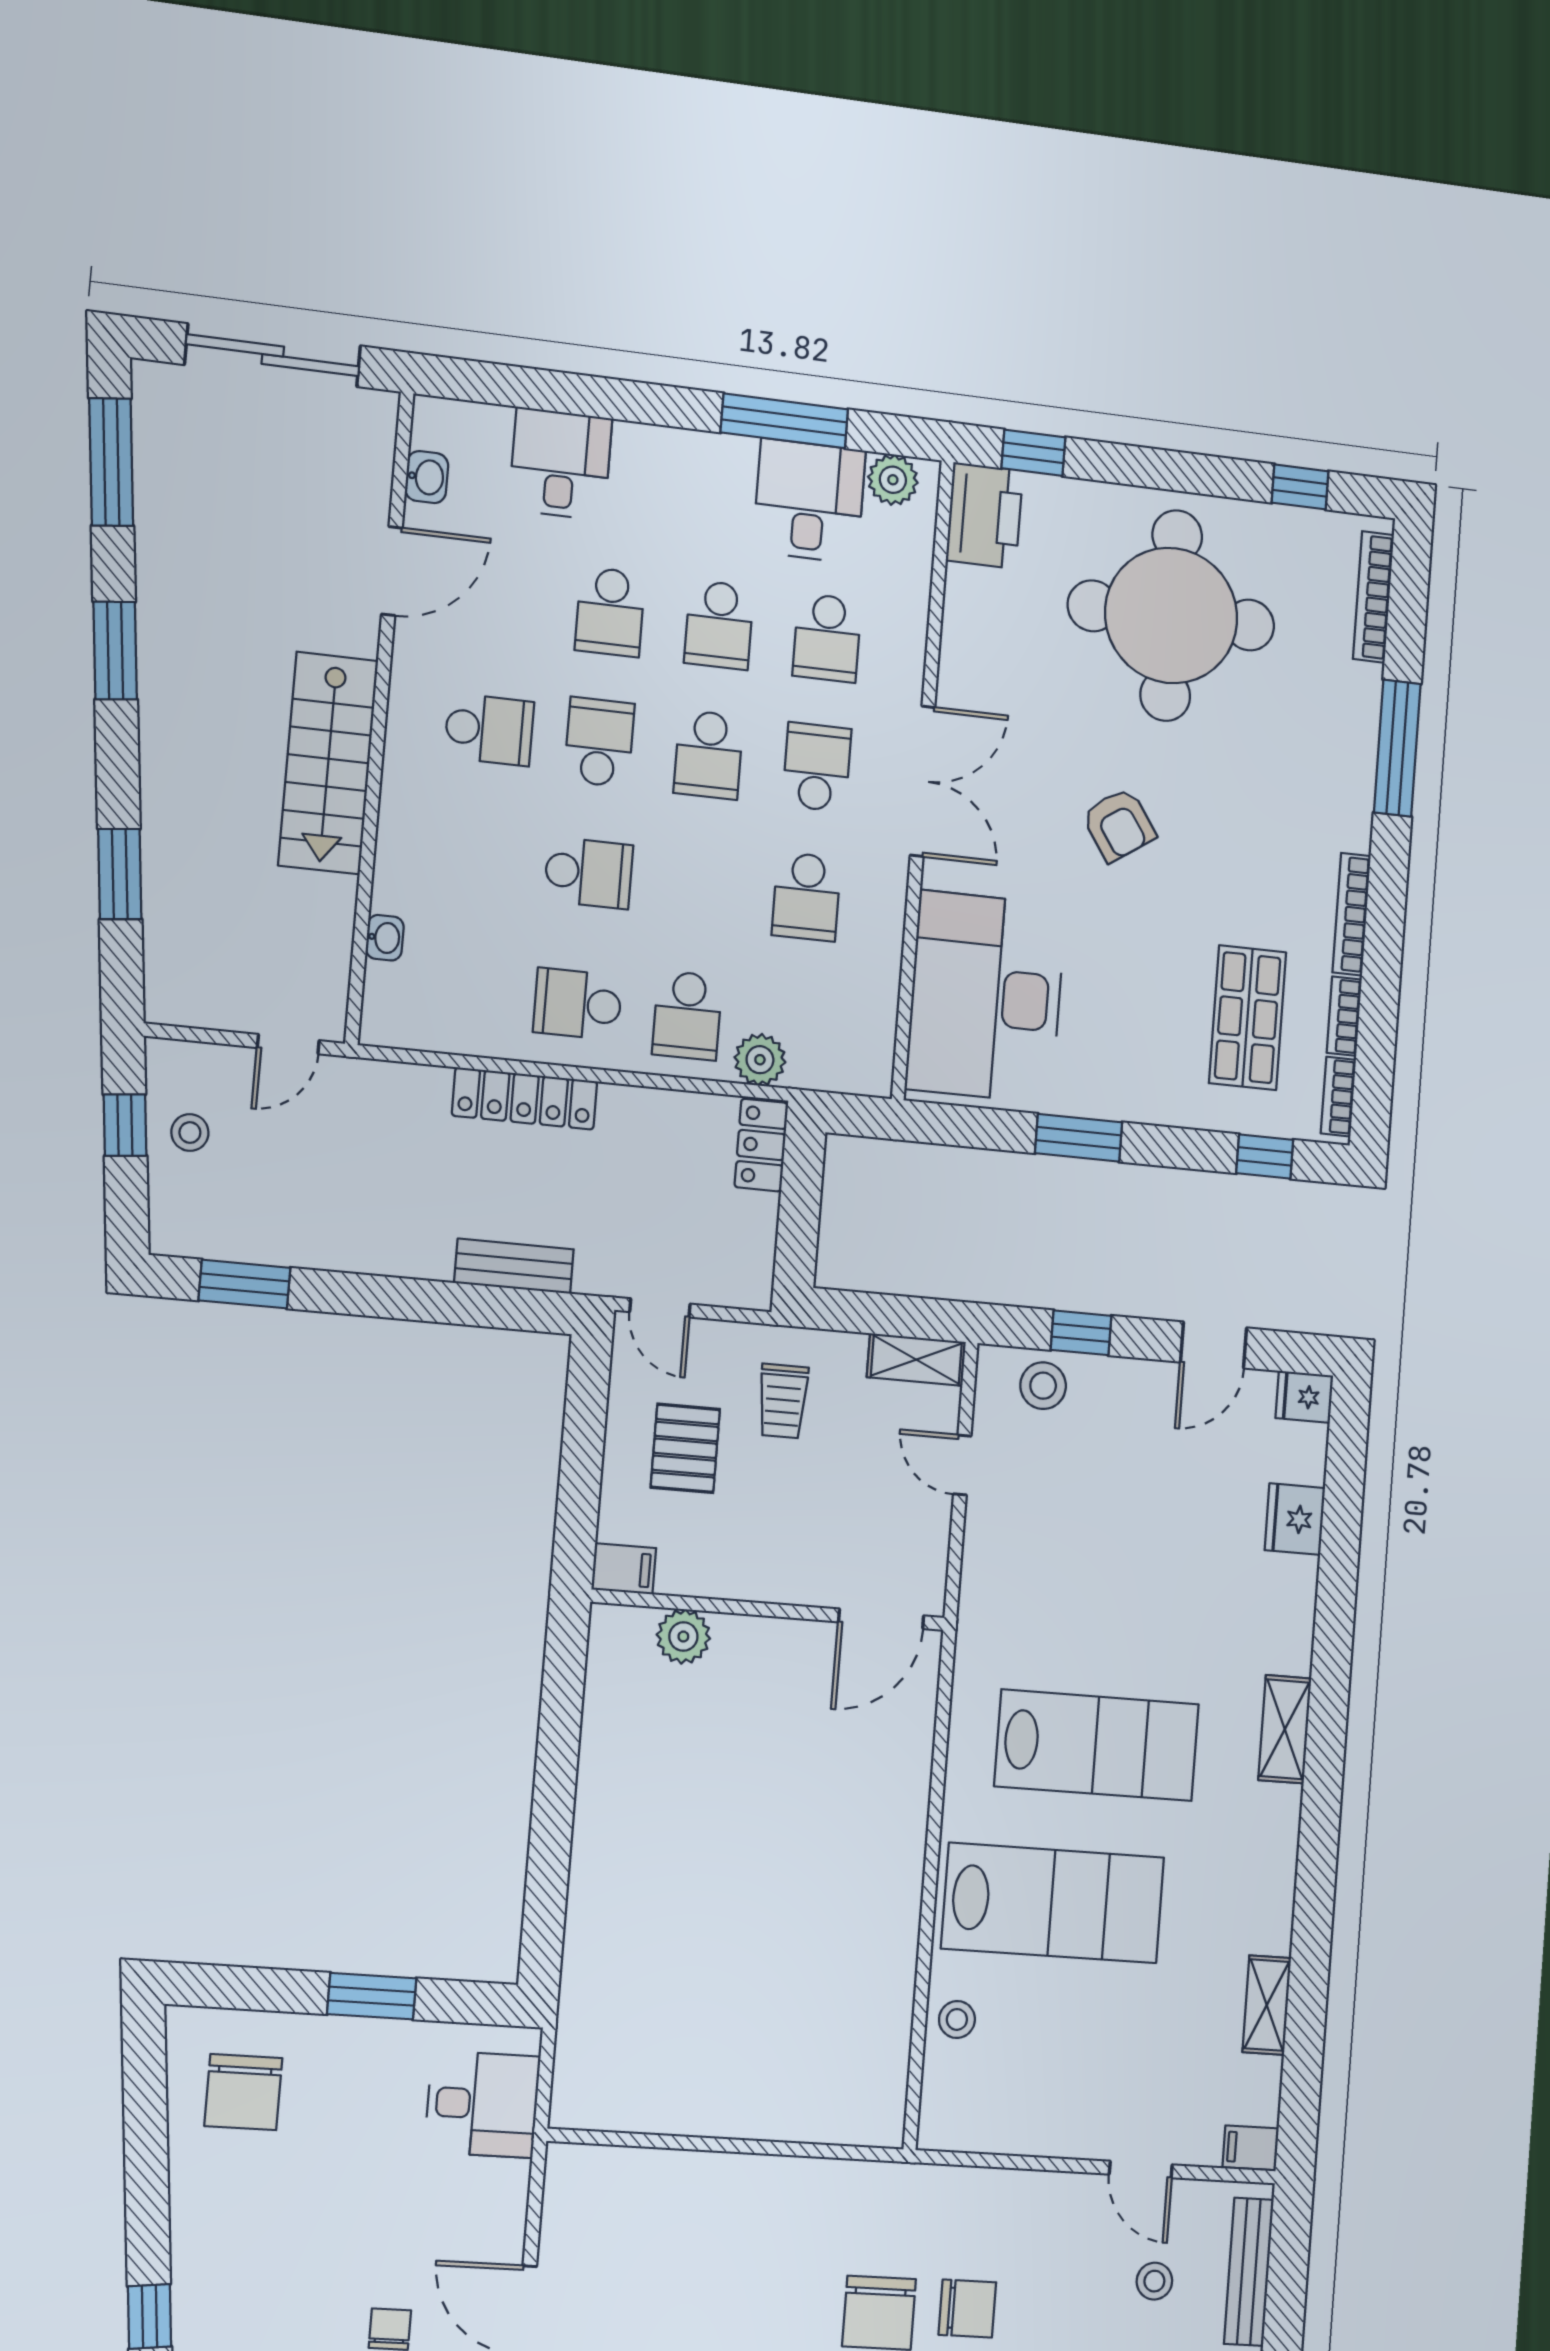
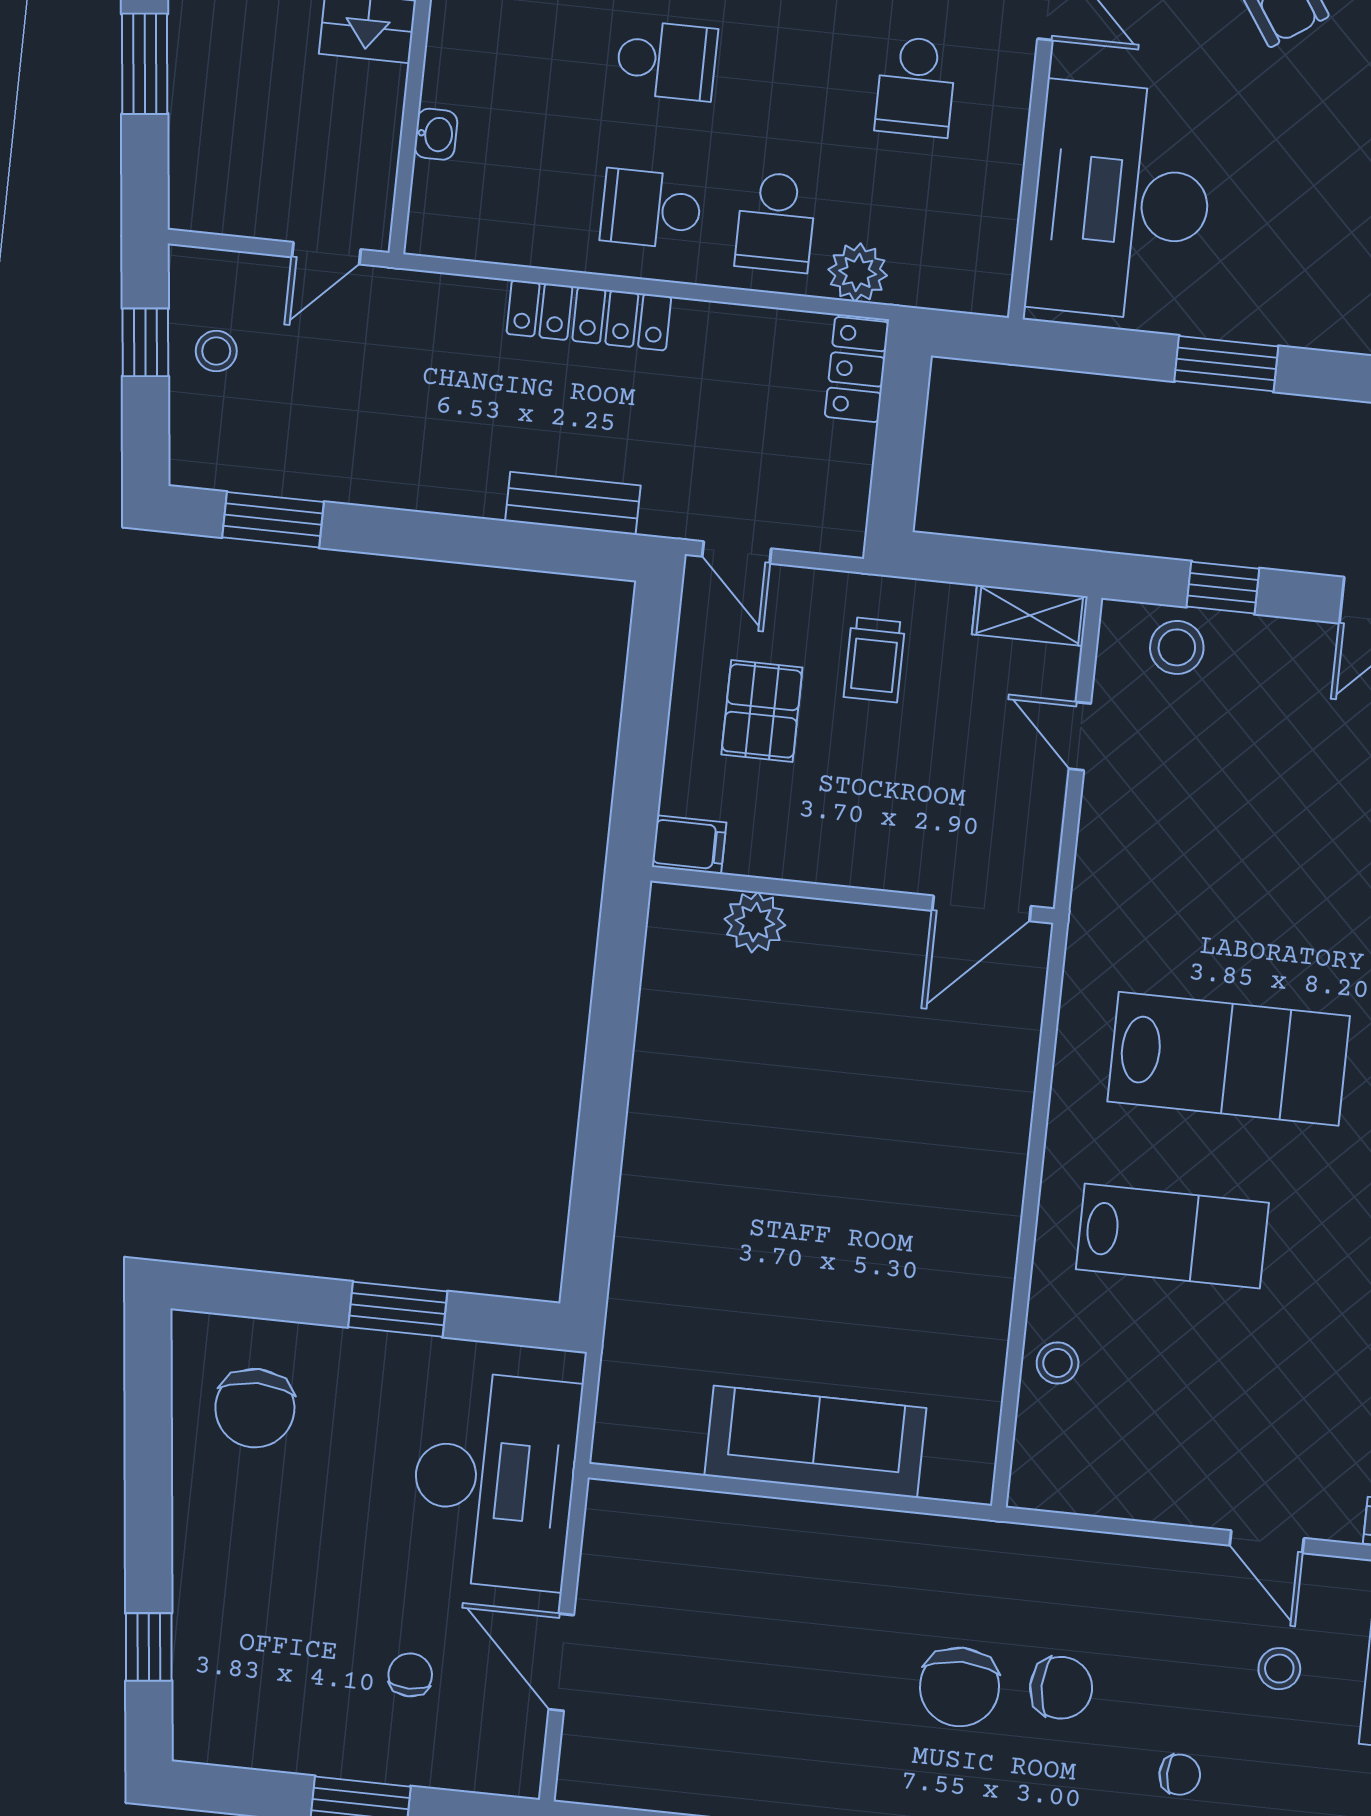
lab bench: (1053, 1903) -> (1172, 1236), width x0.73, depth x0.72
sofa: (747, 2099) -> (815, 1442), added
desk: (482, 2104) -> (494, 1480), width x1.87, depth x1.30

